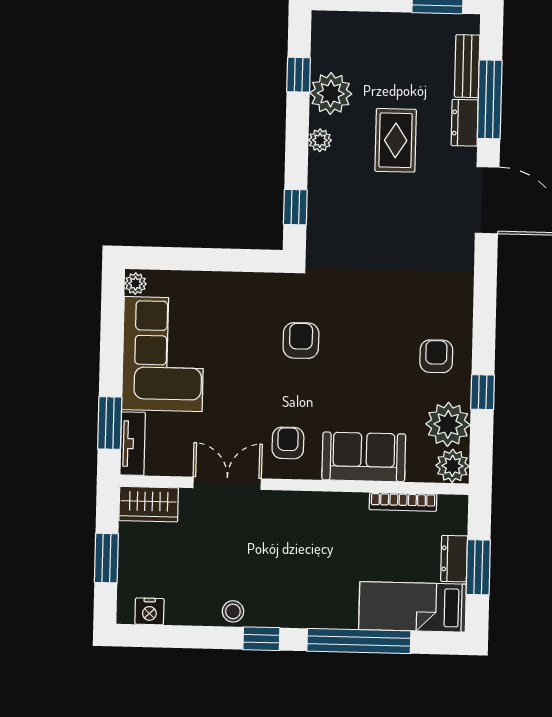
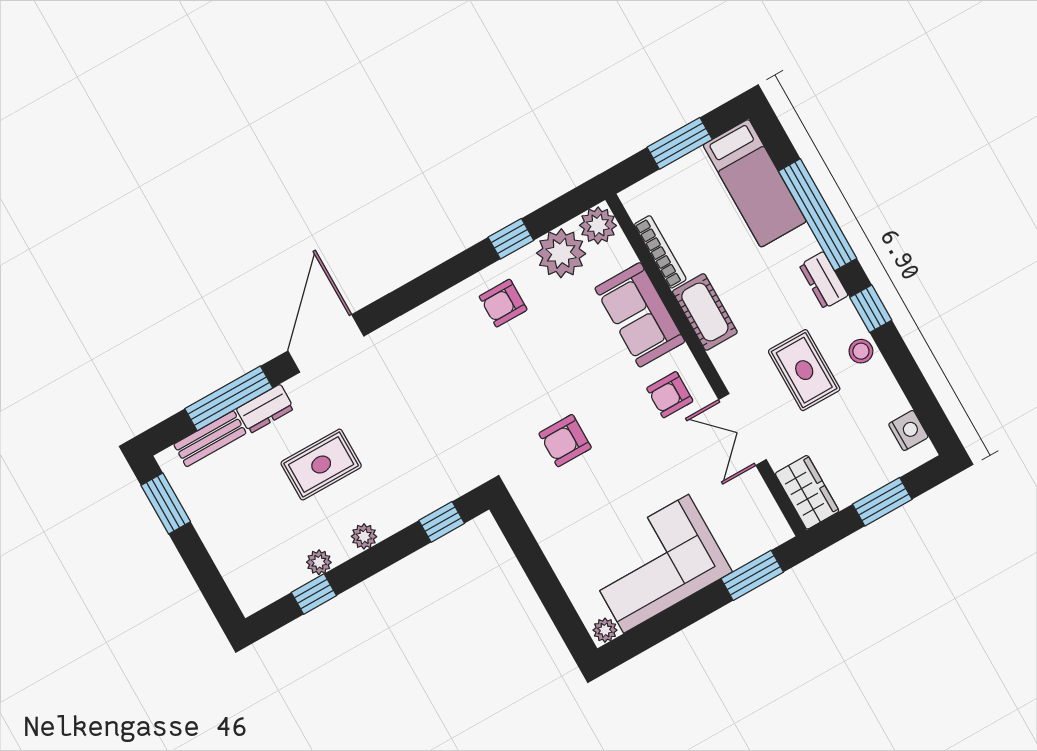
plant: (331, 93) -> (319, 562), width x0.53, depth x0.53
tv unit: (133, 444) -> (759, 542), removed
cot: (336, 509) -> (705, 312), added
rug: (245, 559) -> (804, 370), added
dresser: (454, 559) -> (824, 280), moved, turned 90

